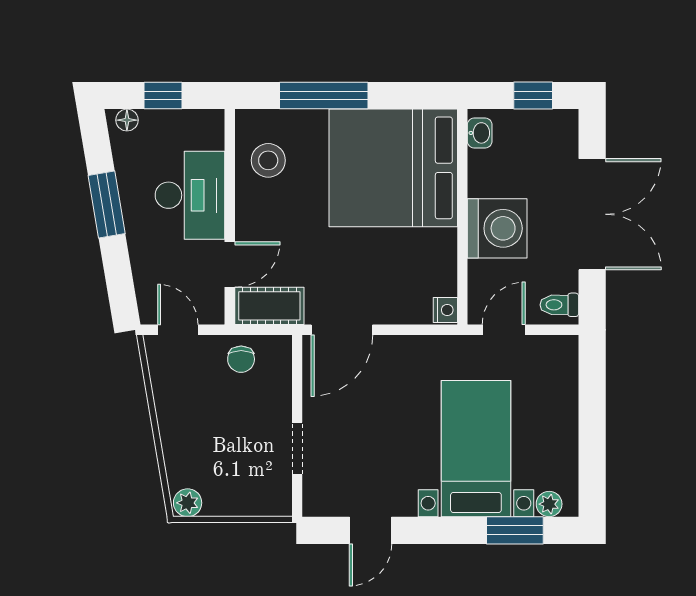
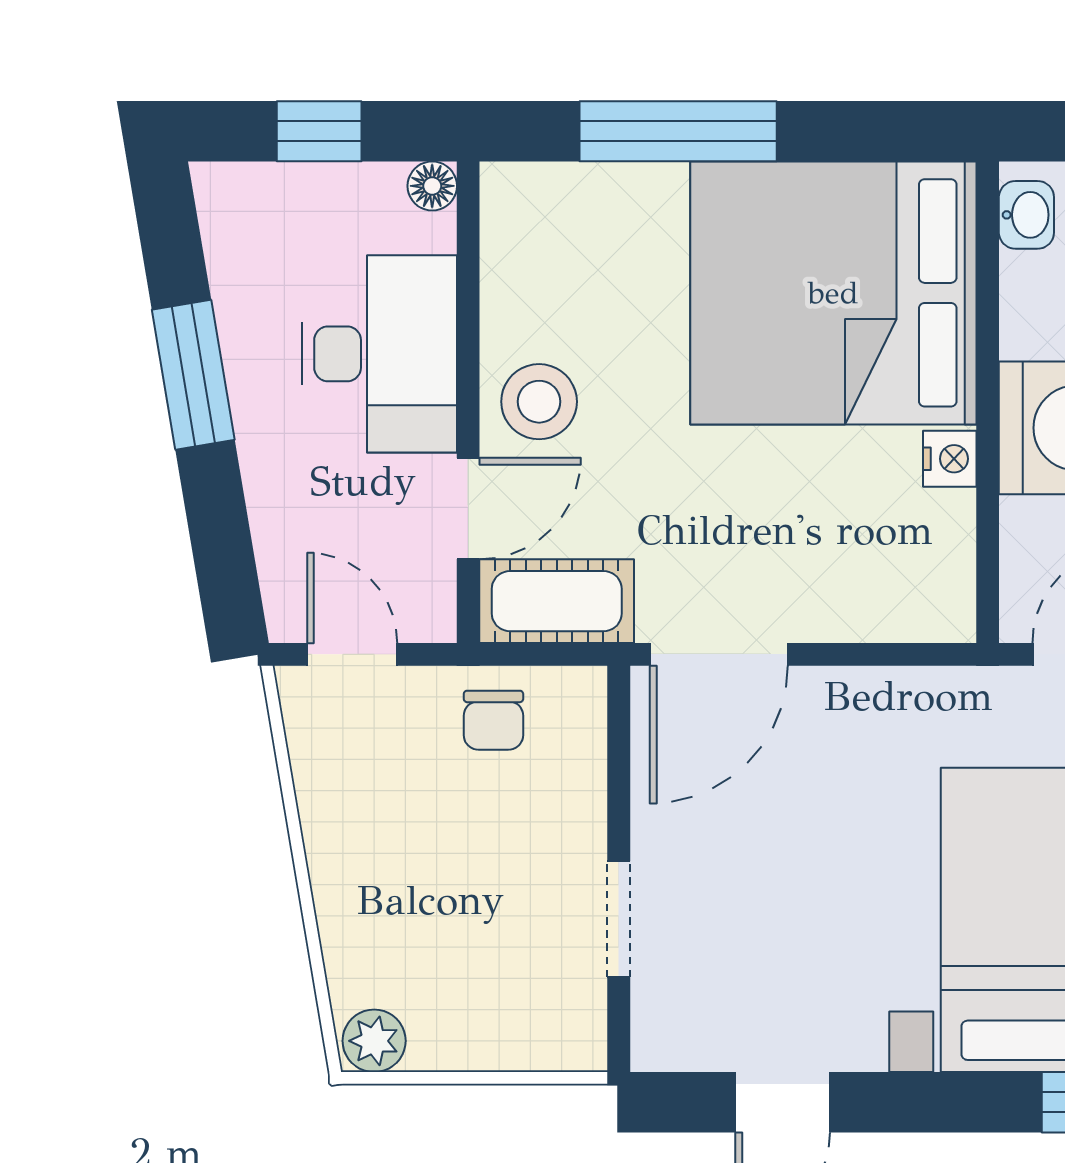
floor lamp: (127, 120) -> (432, 186), moved
stool: (268, 160) -> (539, 402), moved
nightstand: (445, 310) -> (950, 459), moved

